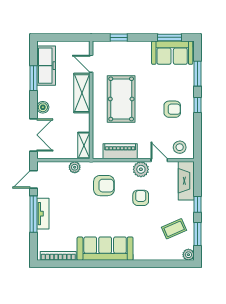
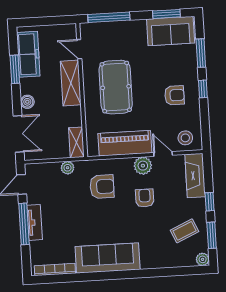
window: (119, 37) -> (109, 17), width x2.17
piano: (120, 151) -> (125, 143), width x1.37, depth x1.33

